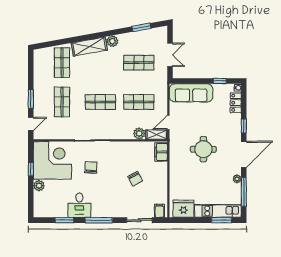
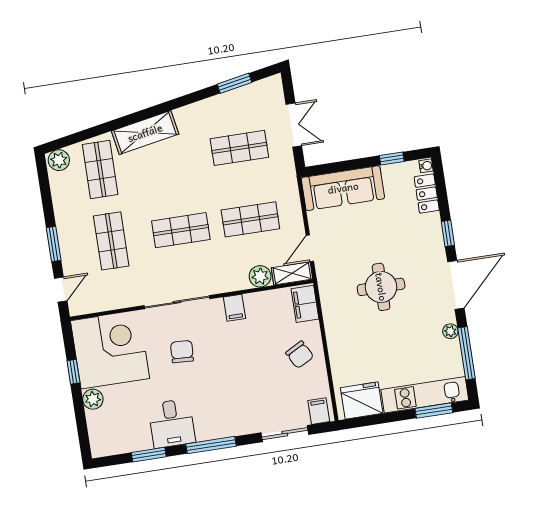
plant: (112, 41) -> (59, 160), moved
filing cabinet: (123, 148) -> (234, 308), added
chair: (135, 179) -> (300, 355), moved

